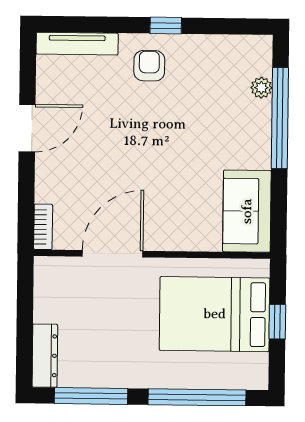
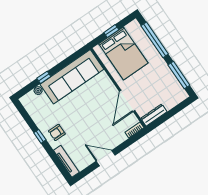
window: (280, 118) -> (44, 77), width x0.32
sofa: (247, 211) -> (72, 77), width x1.85, depth x1.27
door: (113, 254) -> (127, 101), hinge flipped
dresser: (45, 356) -> (154, 115), moved

